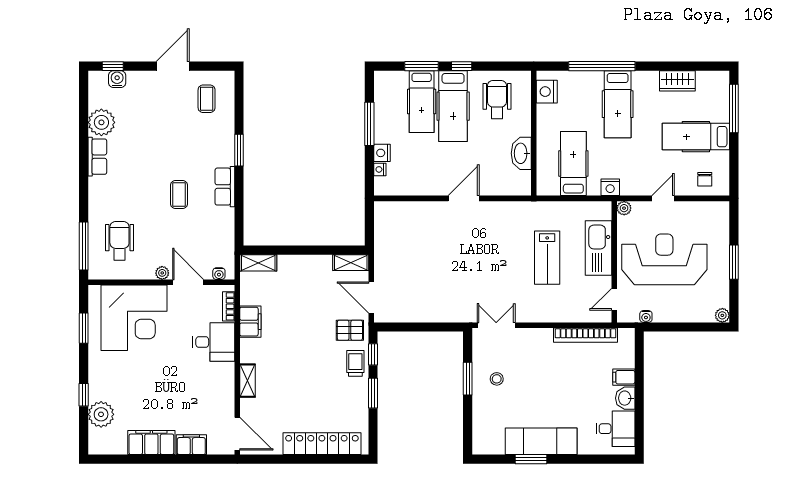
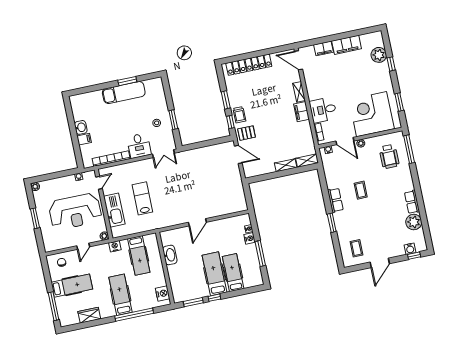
window: (422, 66) -> (193, 302), moved
wheelchair: (497, 99) -> (190, 283), removed
shelving: (351, 263) -> (286, 165), moved
filing cabinet: (250, 322) -> (301, 112), moved
desk: (615, 429) -> (139, 146), moved, turned -90

